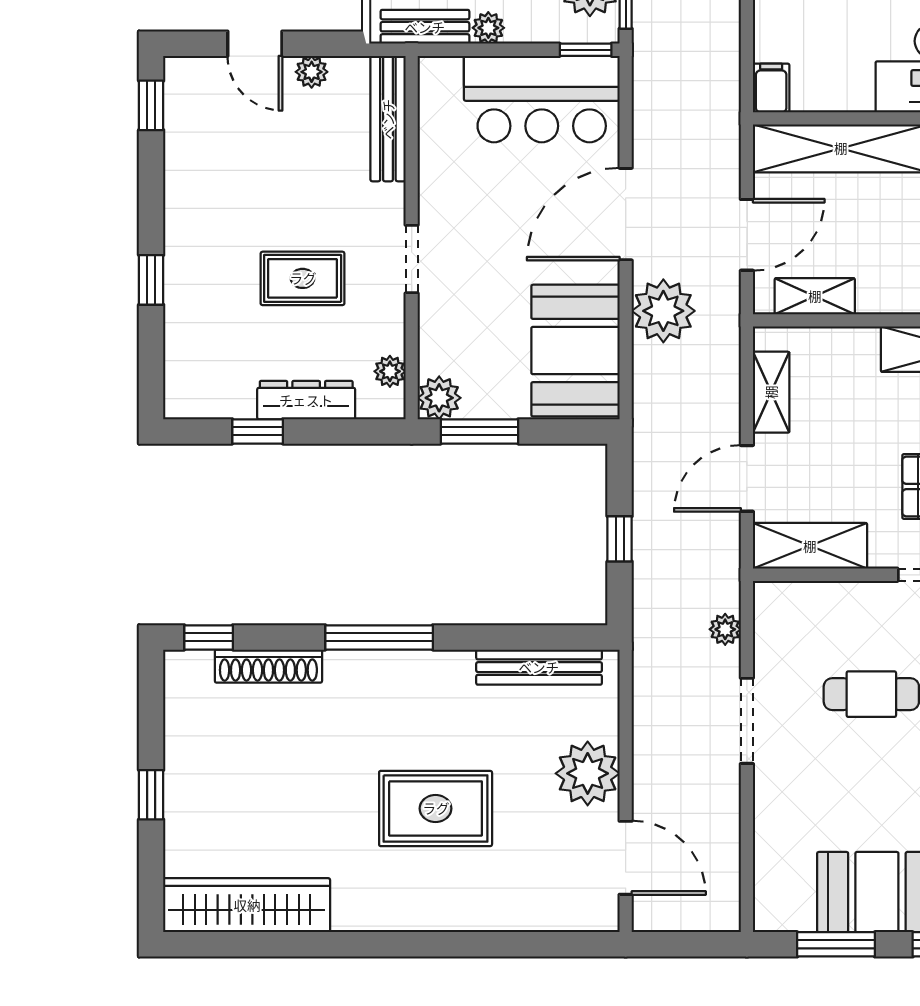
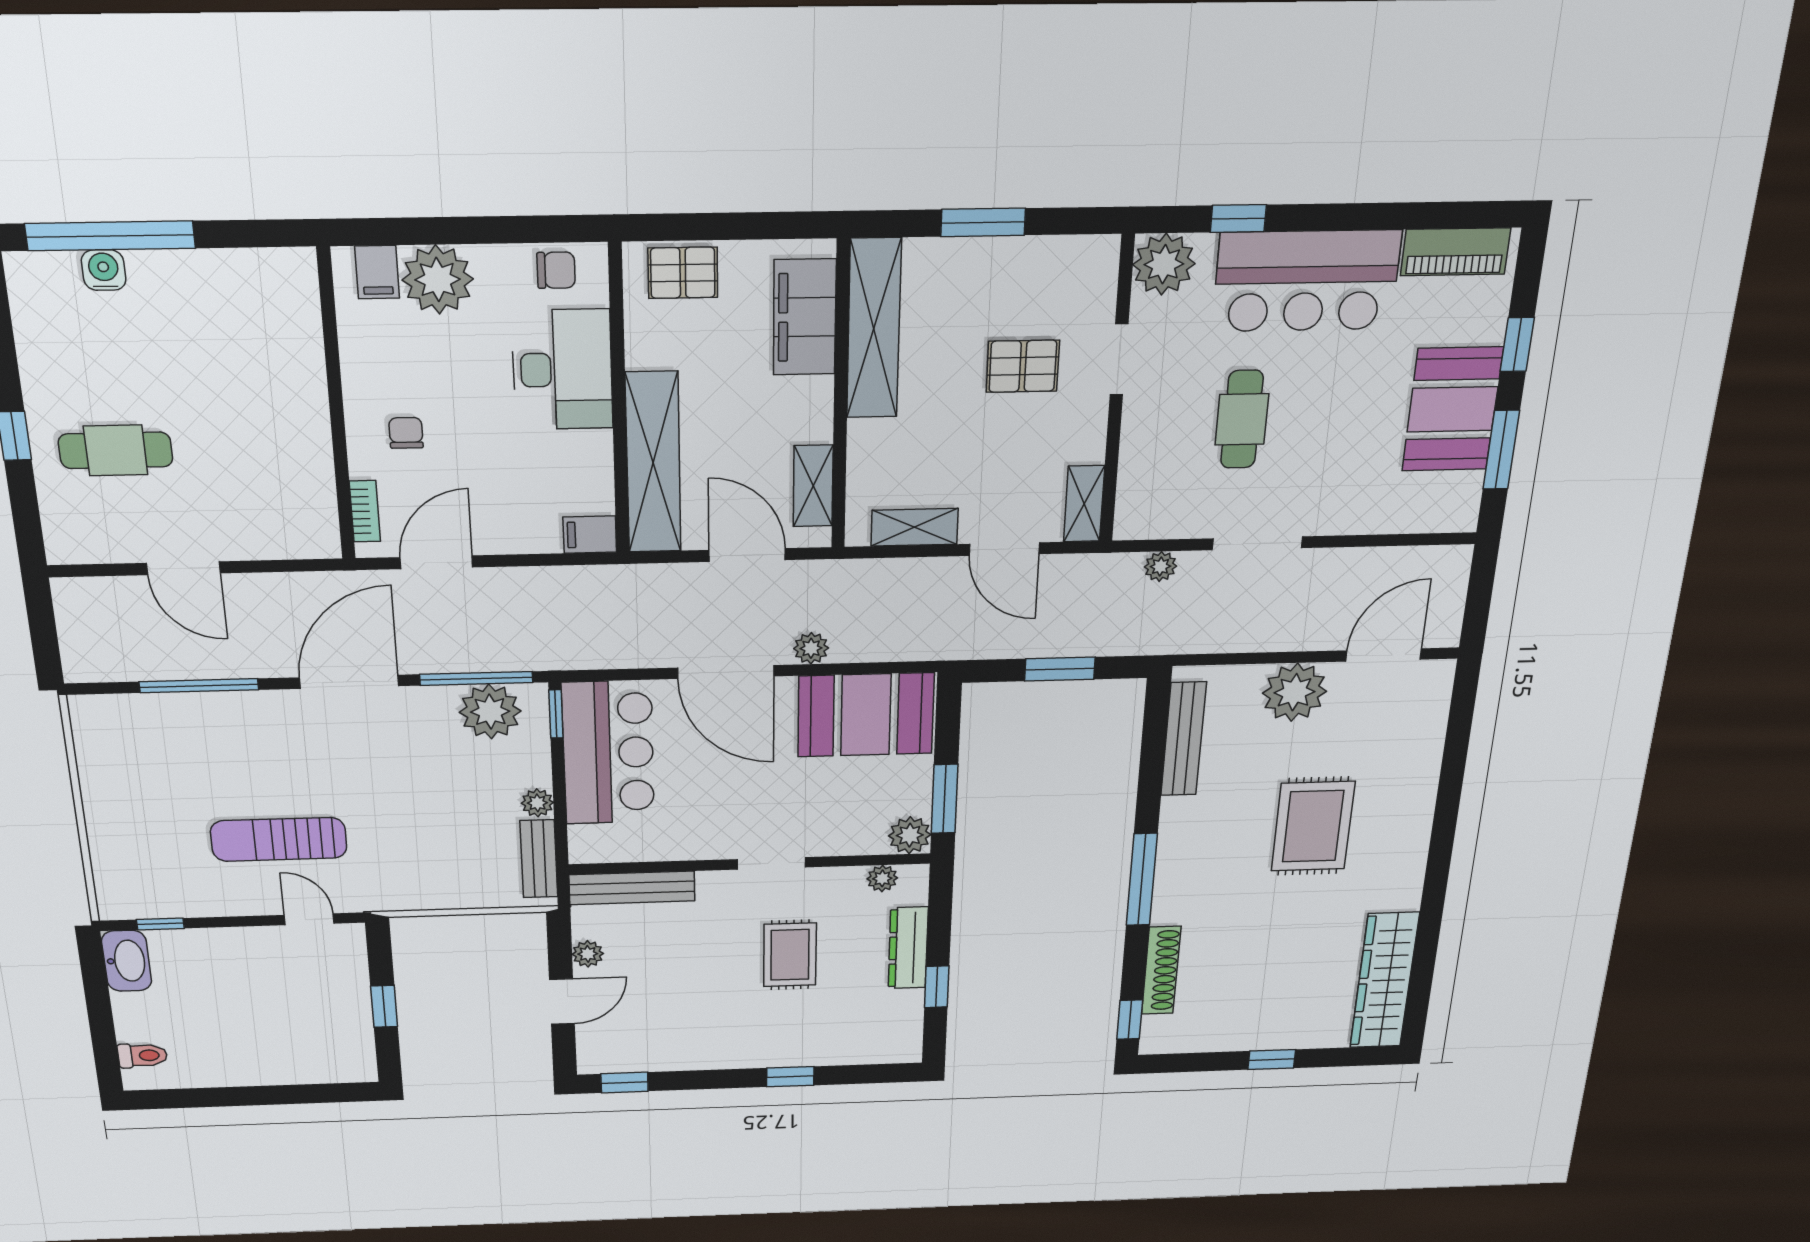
plant: (663, 311) -> (811, 648), width x0.53, depth x0.53
window: (620, 539) -> (1060, 669), width x1.50
shelving: (810, 546) -> (1084, 504), width x0.67, depth x0.75

